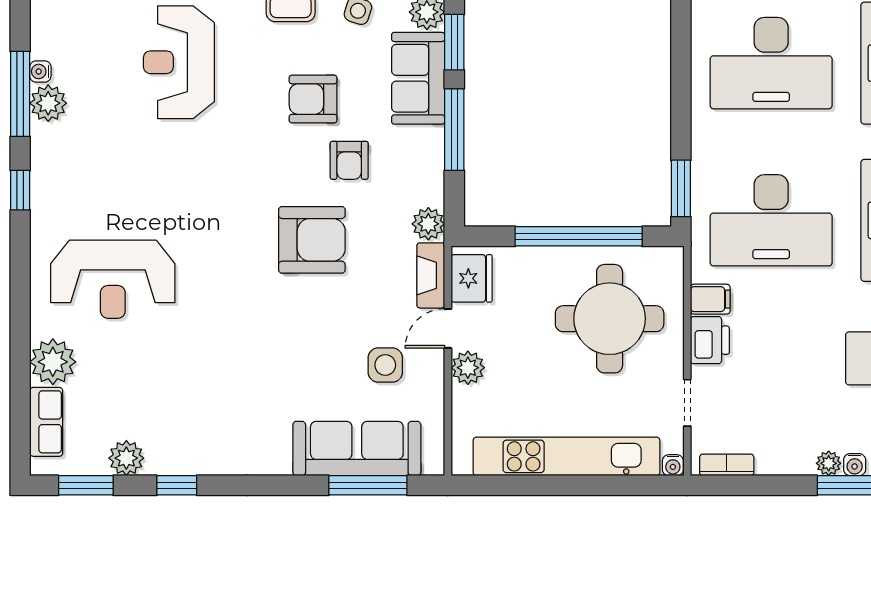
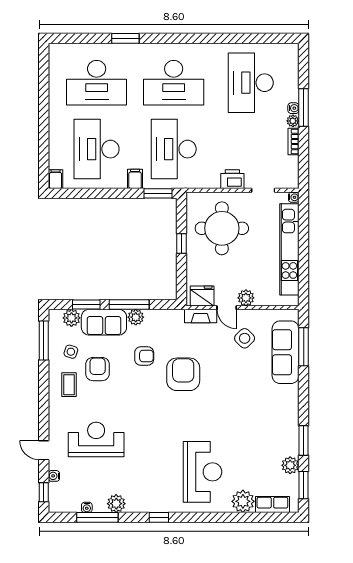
reception desk: (179, 62) -> (96, 439), turned 180
desk: (771, 63) -> (97, 149), turned 180
water cooler: (40, 71) -> (87, 507), moved
window: (20, 94) -> (97, 517), moved
armchair: (313, 99) -> (98, 369), moved, turned 180
desk: (771, 220) -> (174, 149), turned 180
plant: (428, 224) -> (136, 317), moved
window: (579, 236) -> (181, 243), width x0.32
filing cabinet: (710, 299) -> (135, 179), moved
side table: (385, 365) -> (245, 338), turned 45
bookcase: (727, 465) -> (294, 142), moved
window: (177, 485) -> (304, 440), width x1.50

